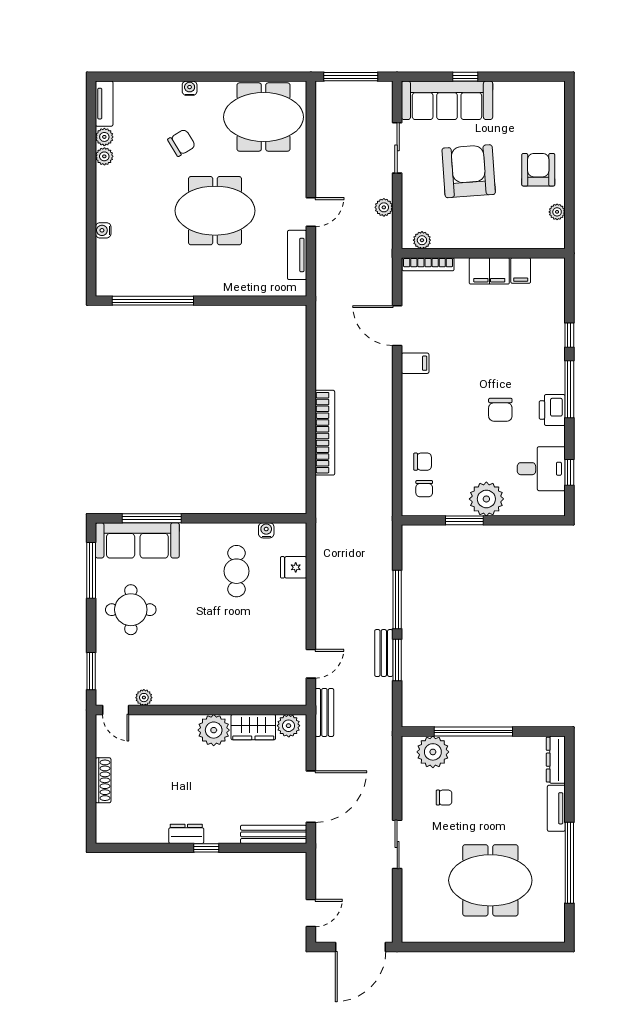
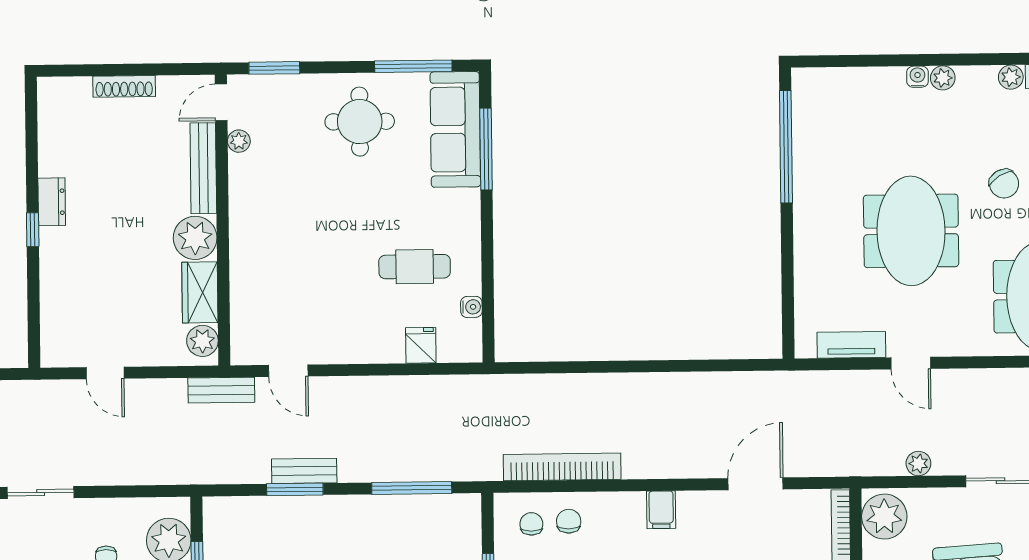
plant: (104, 156) -> (943, 78), moved
water cooler: (103, 230) -> (918, 77), moved
plant: (422, 240) -> (884, 517), width x1.88, depth x1.88
filing cabinet: (415, 363) -> (661, 510), moved
bookcase: (325, 433) -> (562, 467), moved, turned 180
chair: (423, 462) -> (569, 521), turned 180
chair: (424, 489) -> (531, 524), turned 90
window: (397, 600) -> (412, 488), moved
door: (311, 797) -> (105, 373), width x0.53
bench: (274, 834) -> (203, 168), moved

